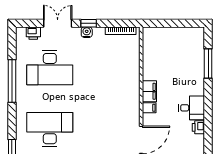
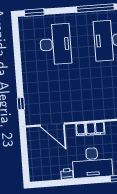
desk: (192, 108) -> (92, 163), width x1.87, depth x1.30

